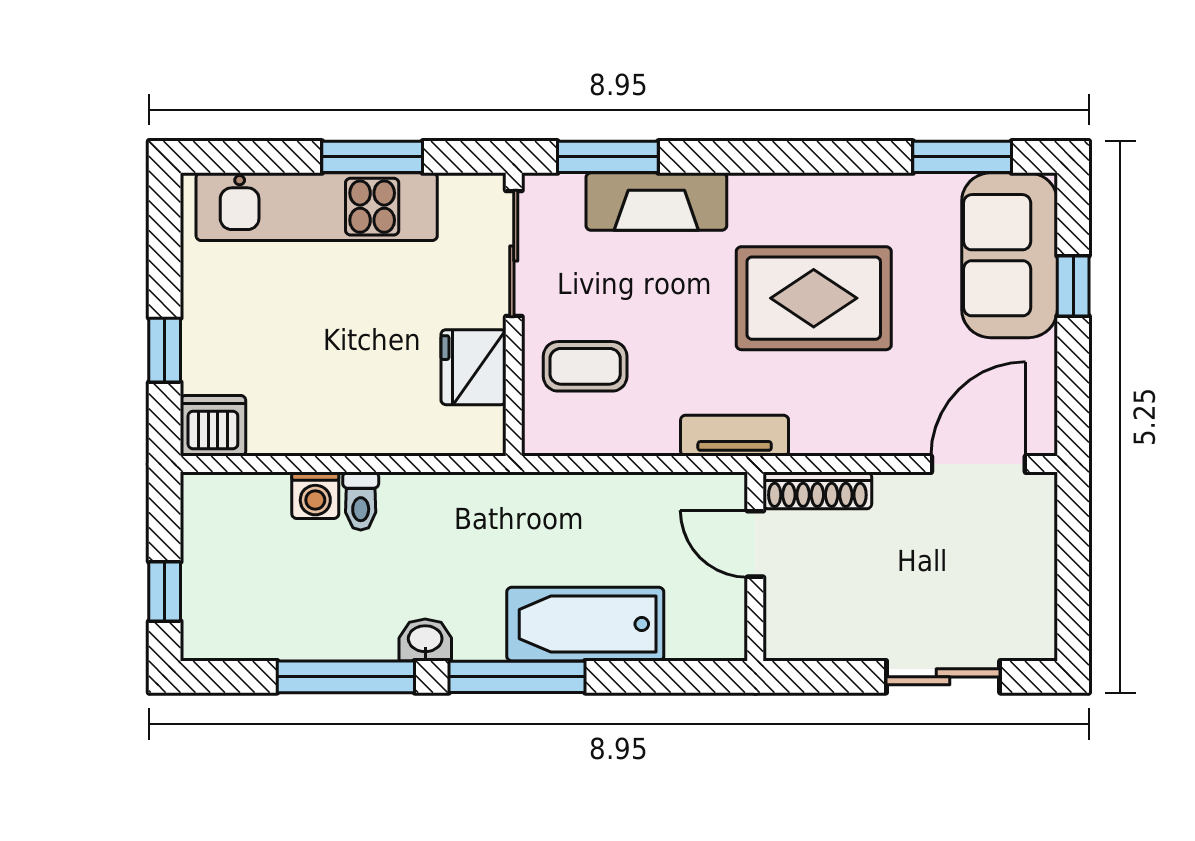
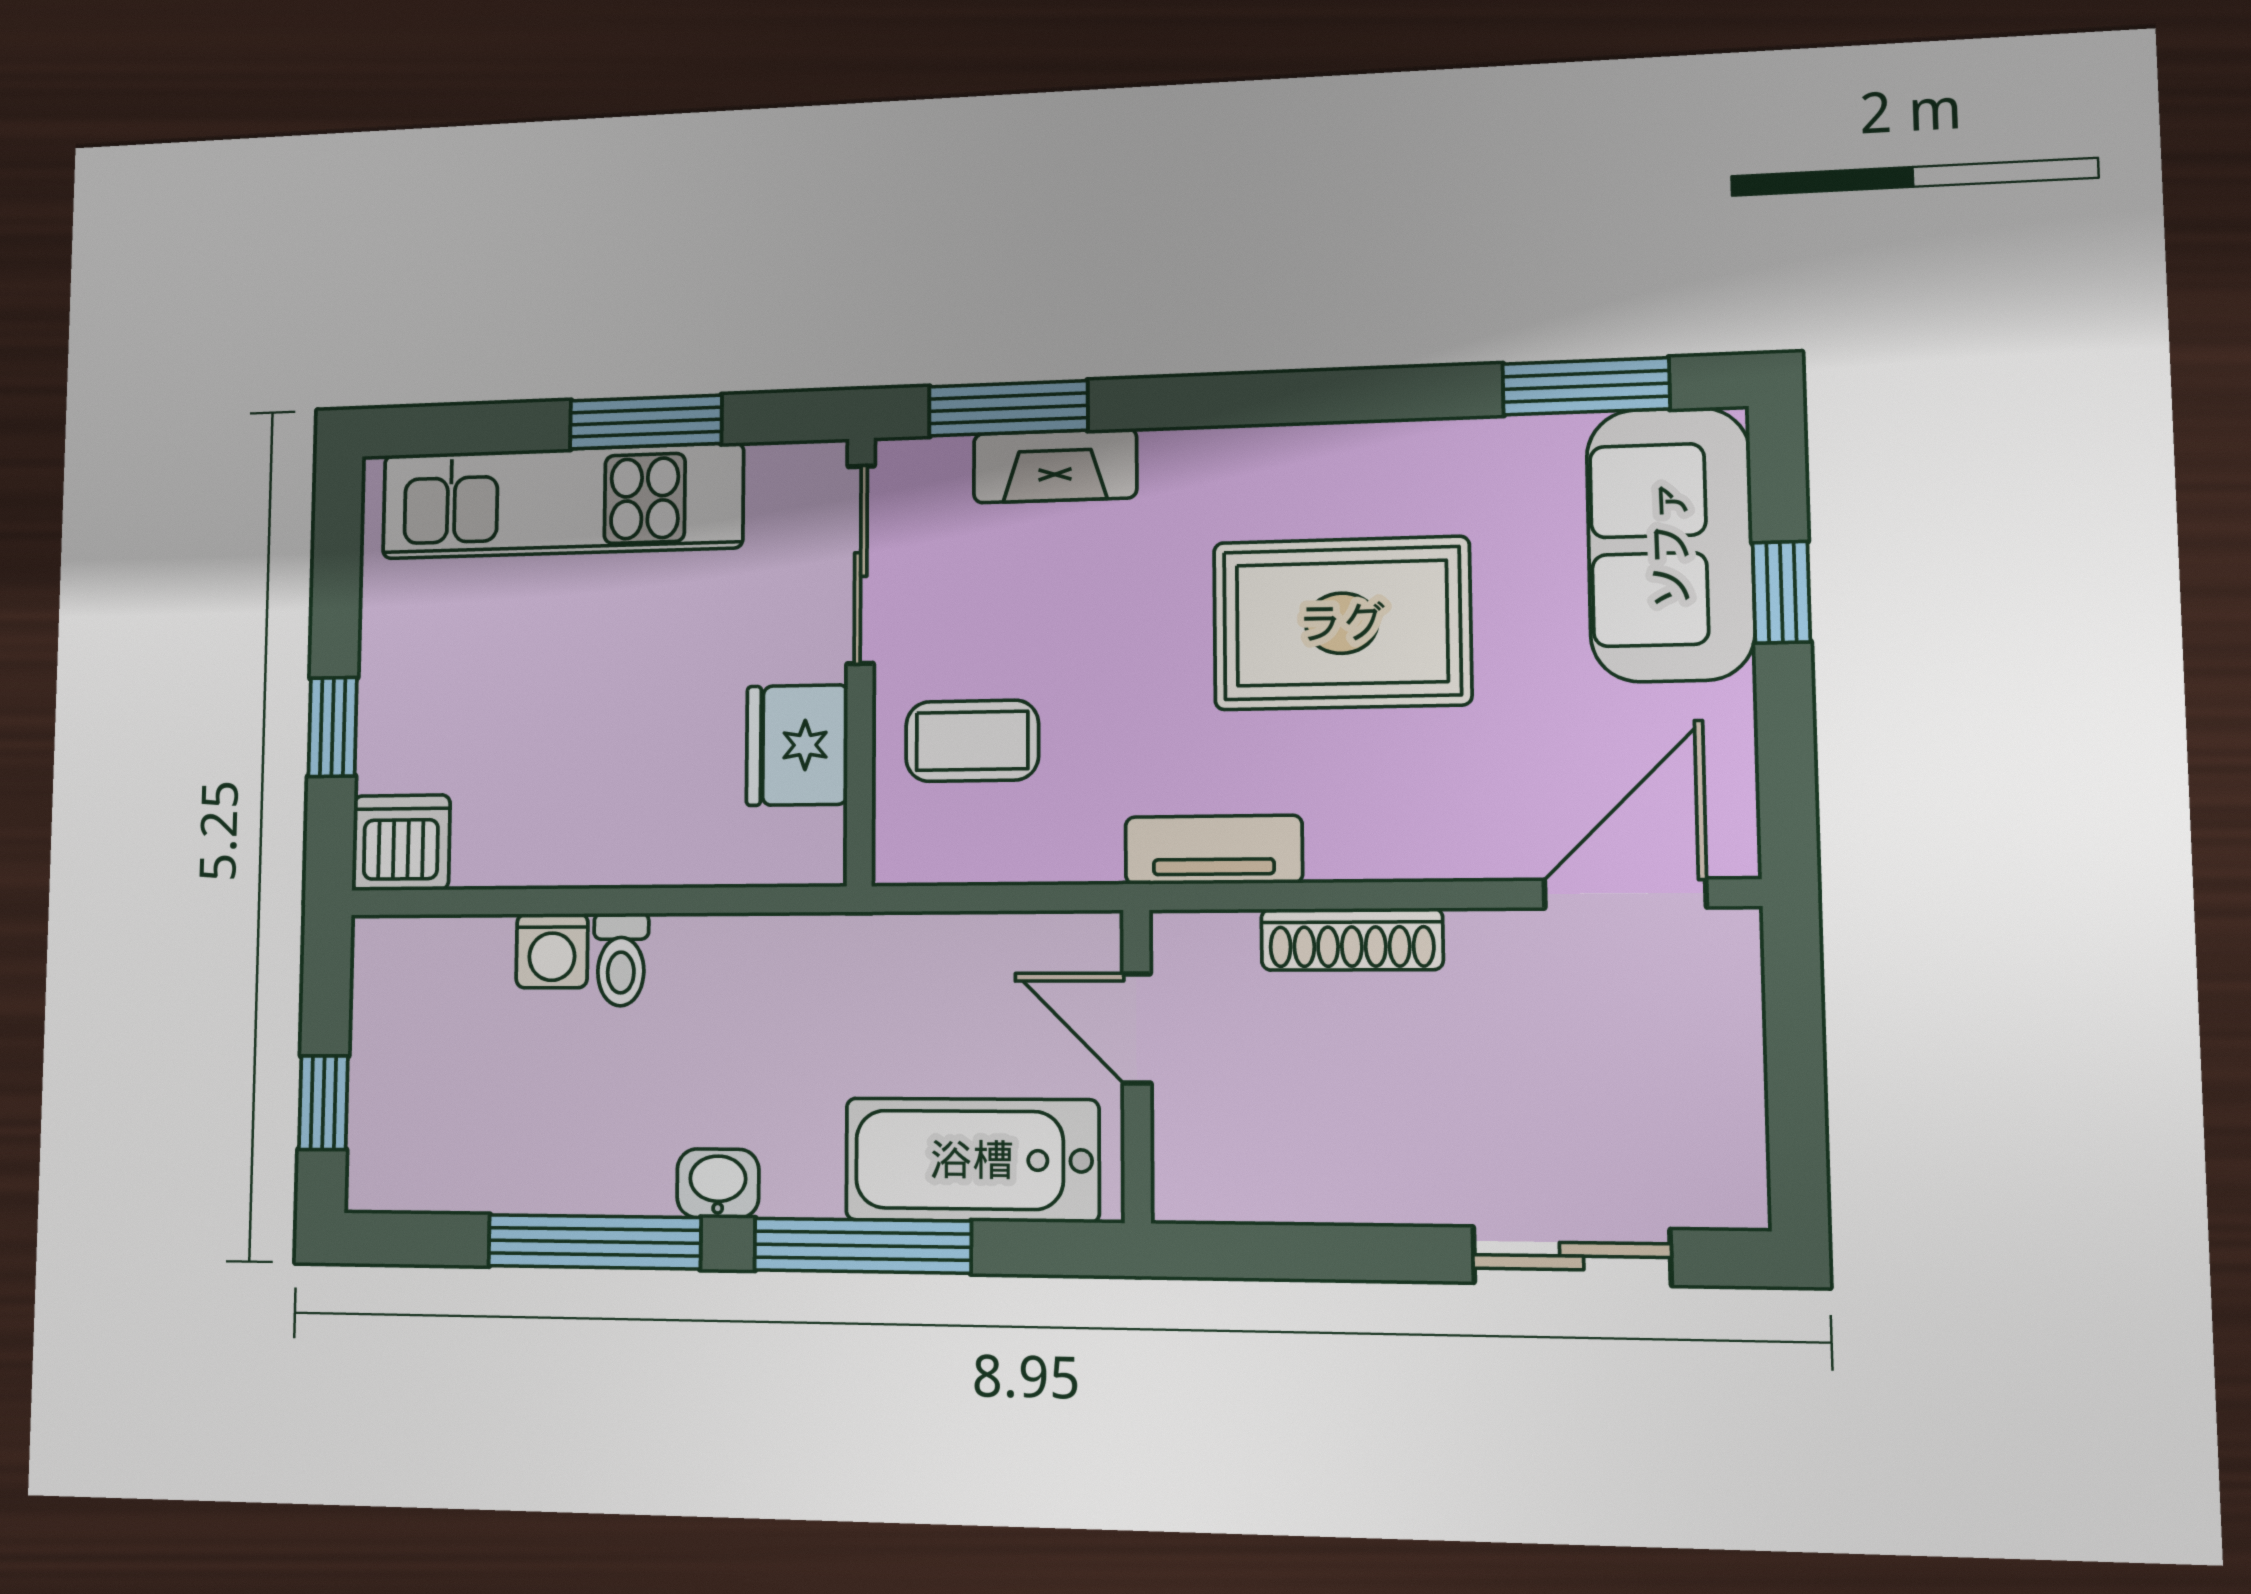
fireplace: (656, 202) -> (1055, 466), width x0.73, depth x0.76
door: (755, 544) -> (1137, 1028), moved
wall: (755, 567) -> (1137, 1066), moved

